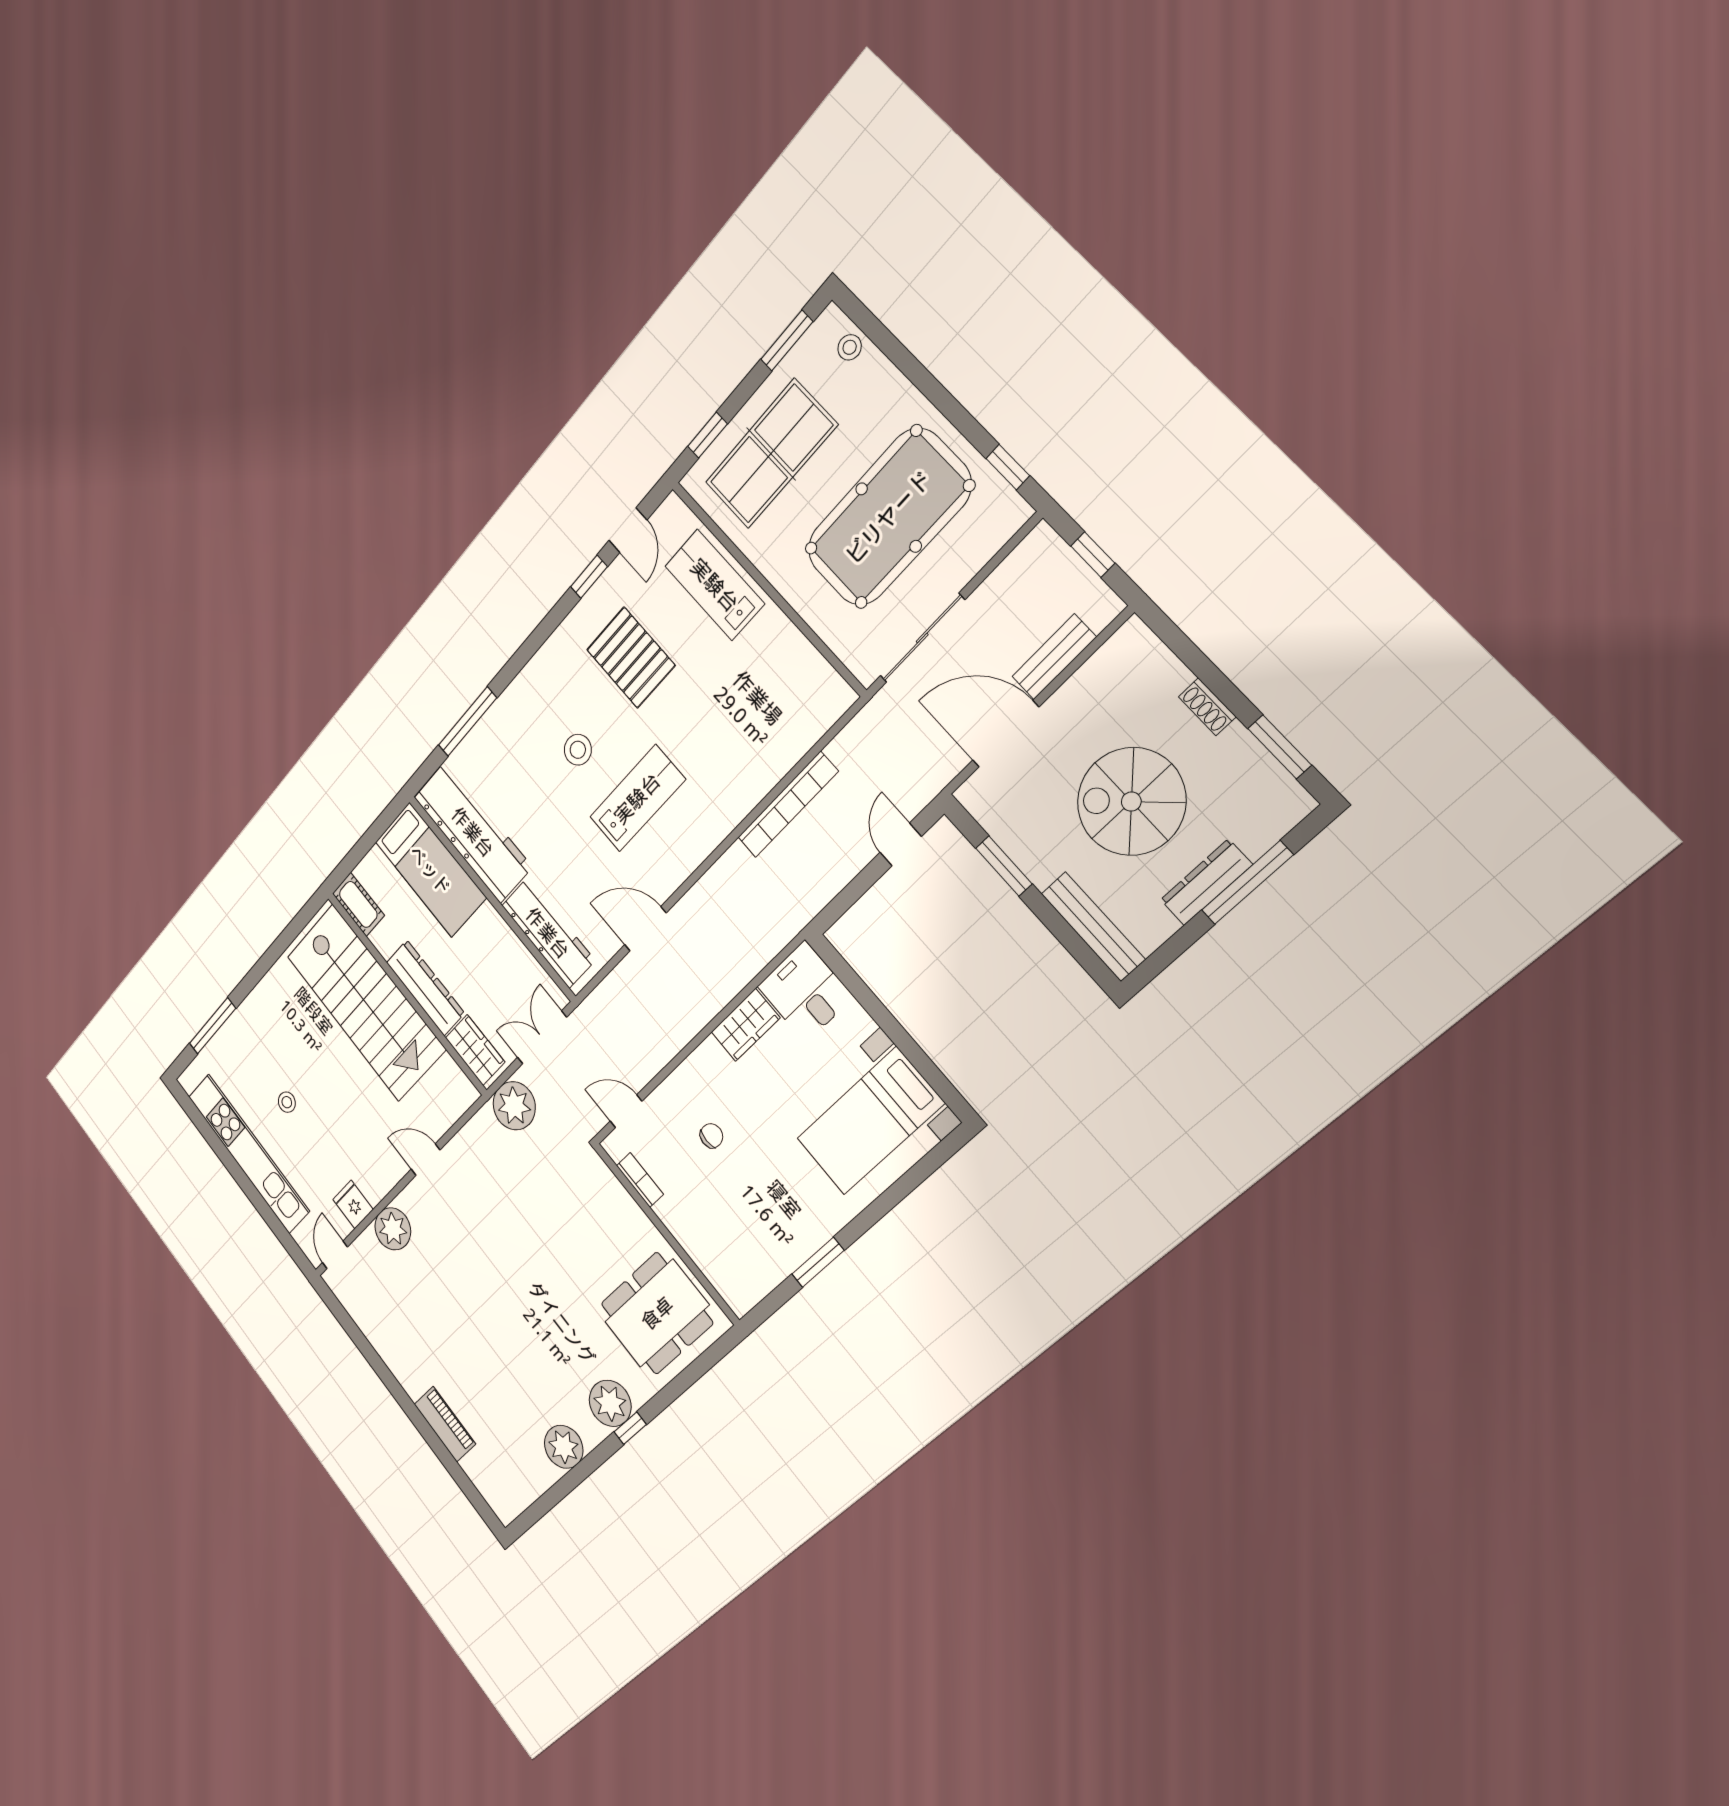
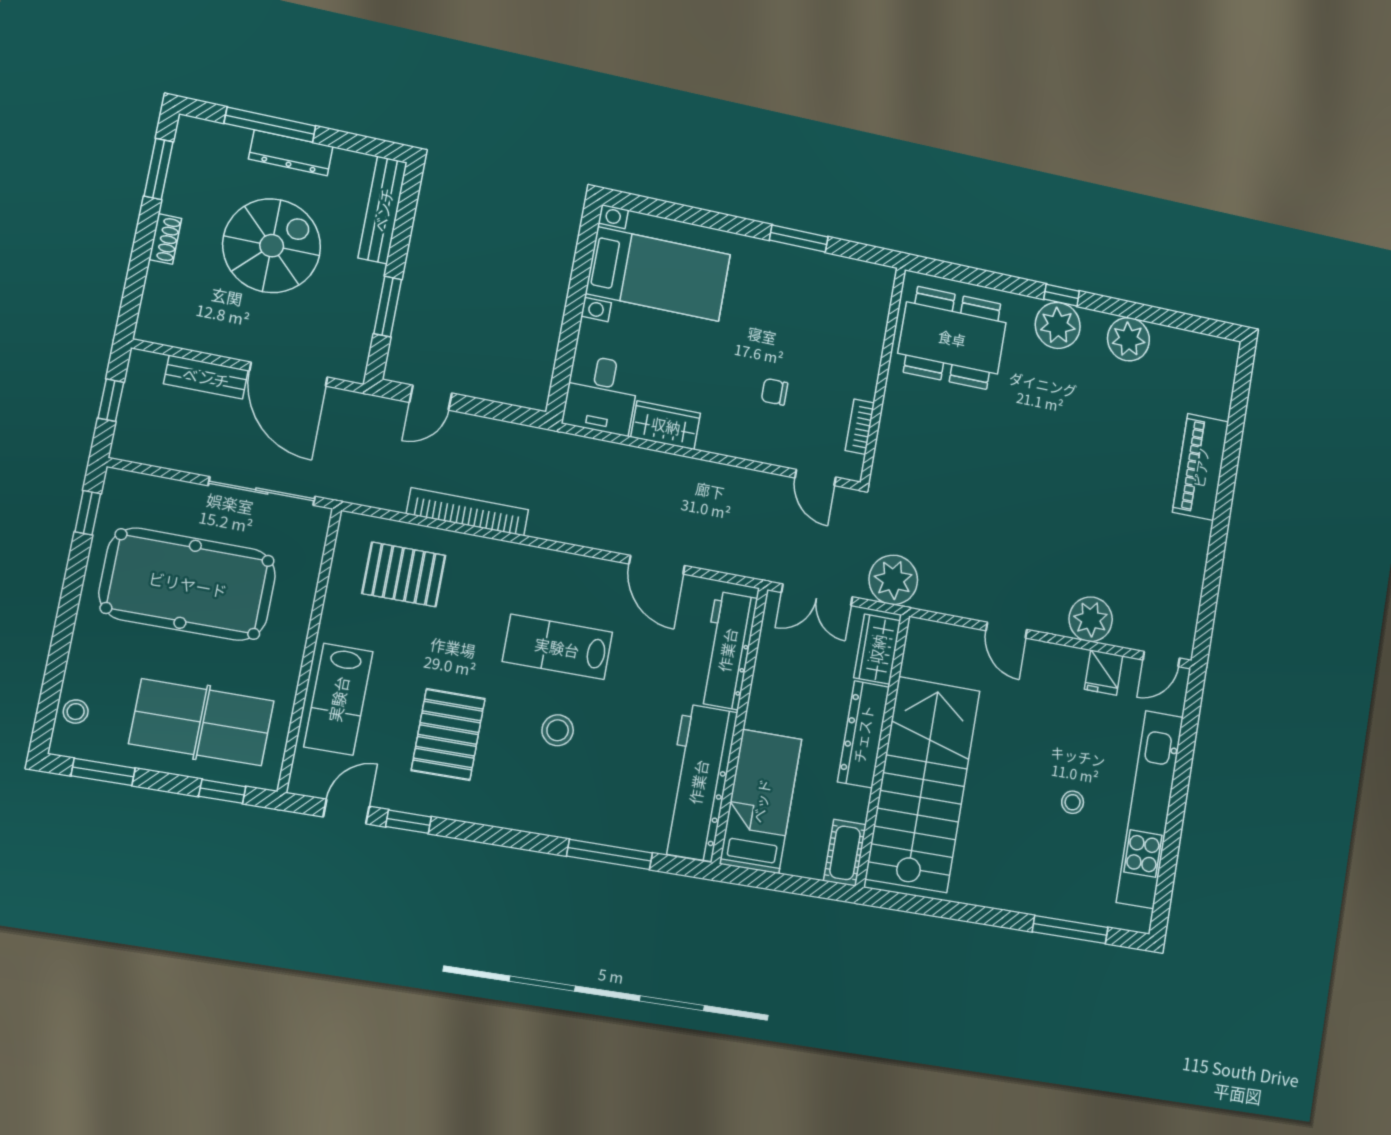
pallet: (774, 712) -> (404, 574), added
spiral stairs: (1131, 802) -> (272, 246), turned -90
piano: (445, 1424) -> (1201, 467), width x1.37, depth x1.33

